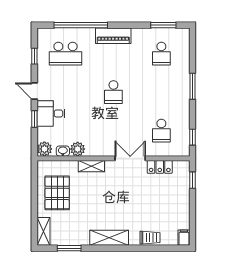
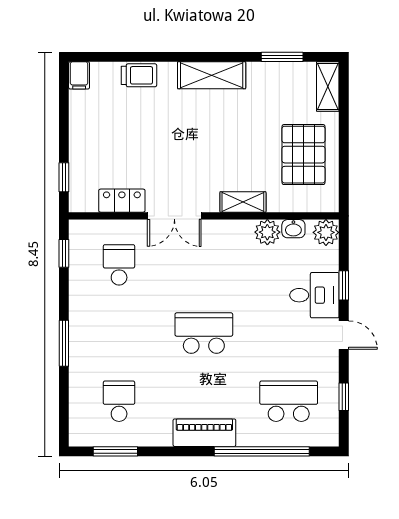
school desk: (113, 92) -> (204, 333), width x1.85
trolley: (150, 238) -> (139, 75), turned 180

